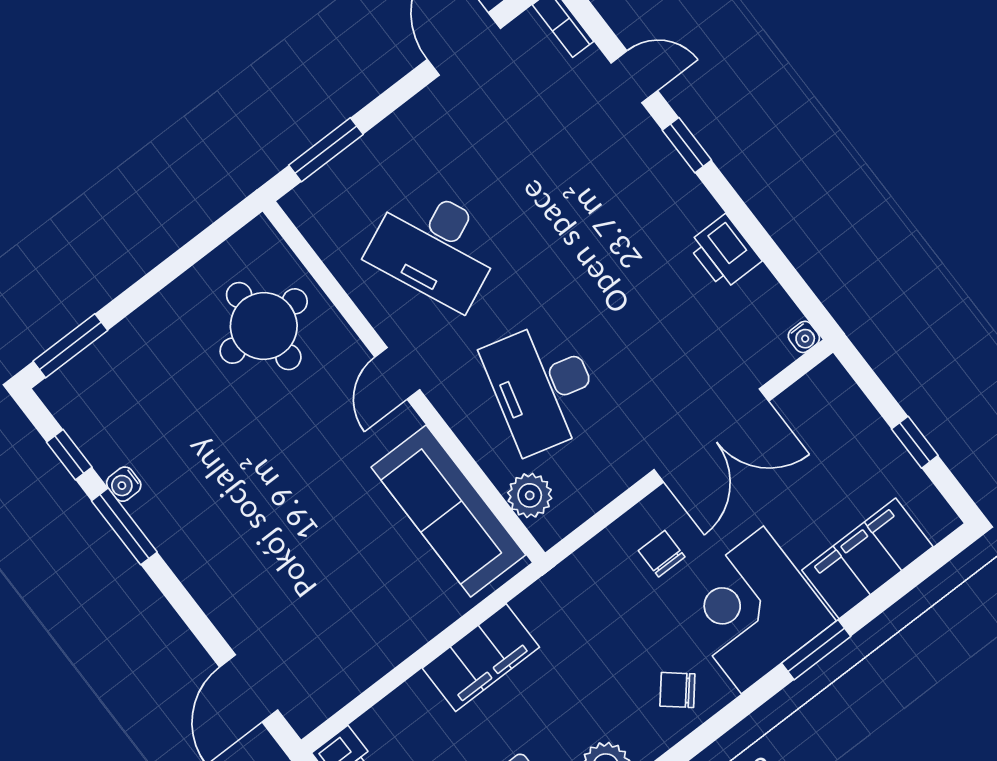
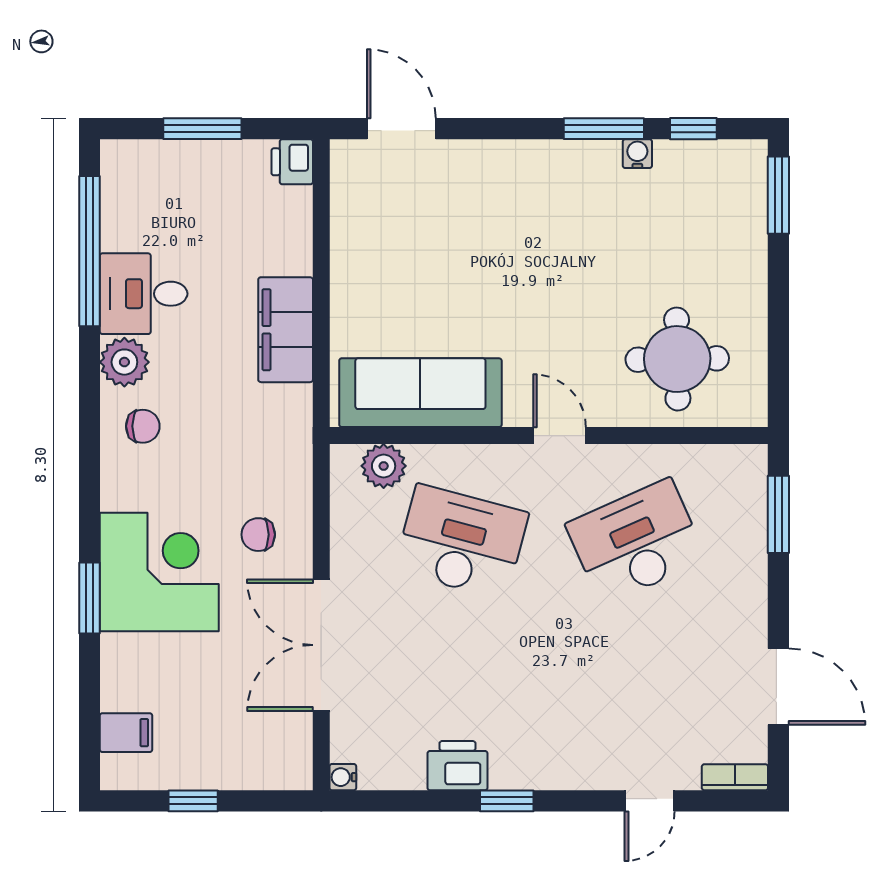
window: (687, 145) -> (507, 801), moved
chair: (662, 554) -> (258, 535), turned 180
filing cabinet: (867, 558) -> (126, 733), width x0.33, depth x0.86
chair: (677, 690) -> (143, 426), moved, turned 50

